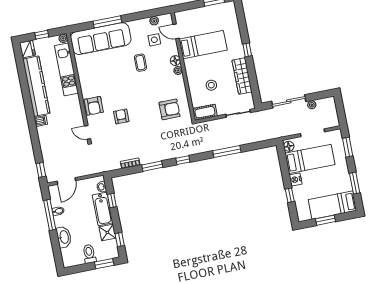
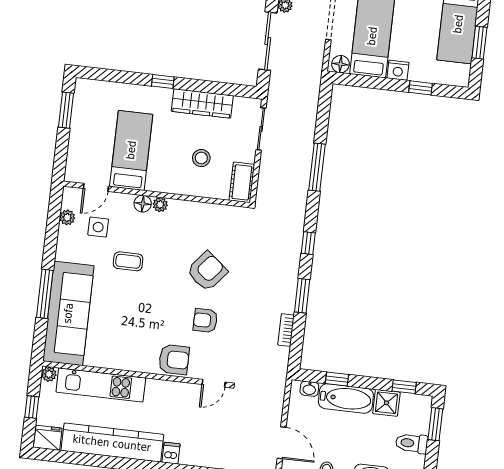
armchair: (170, 109) -> (207, 271), moved, turned 39

